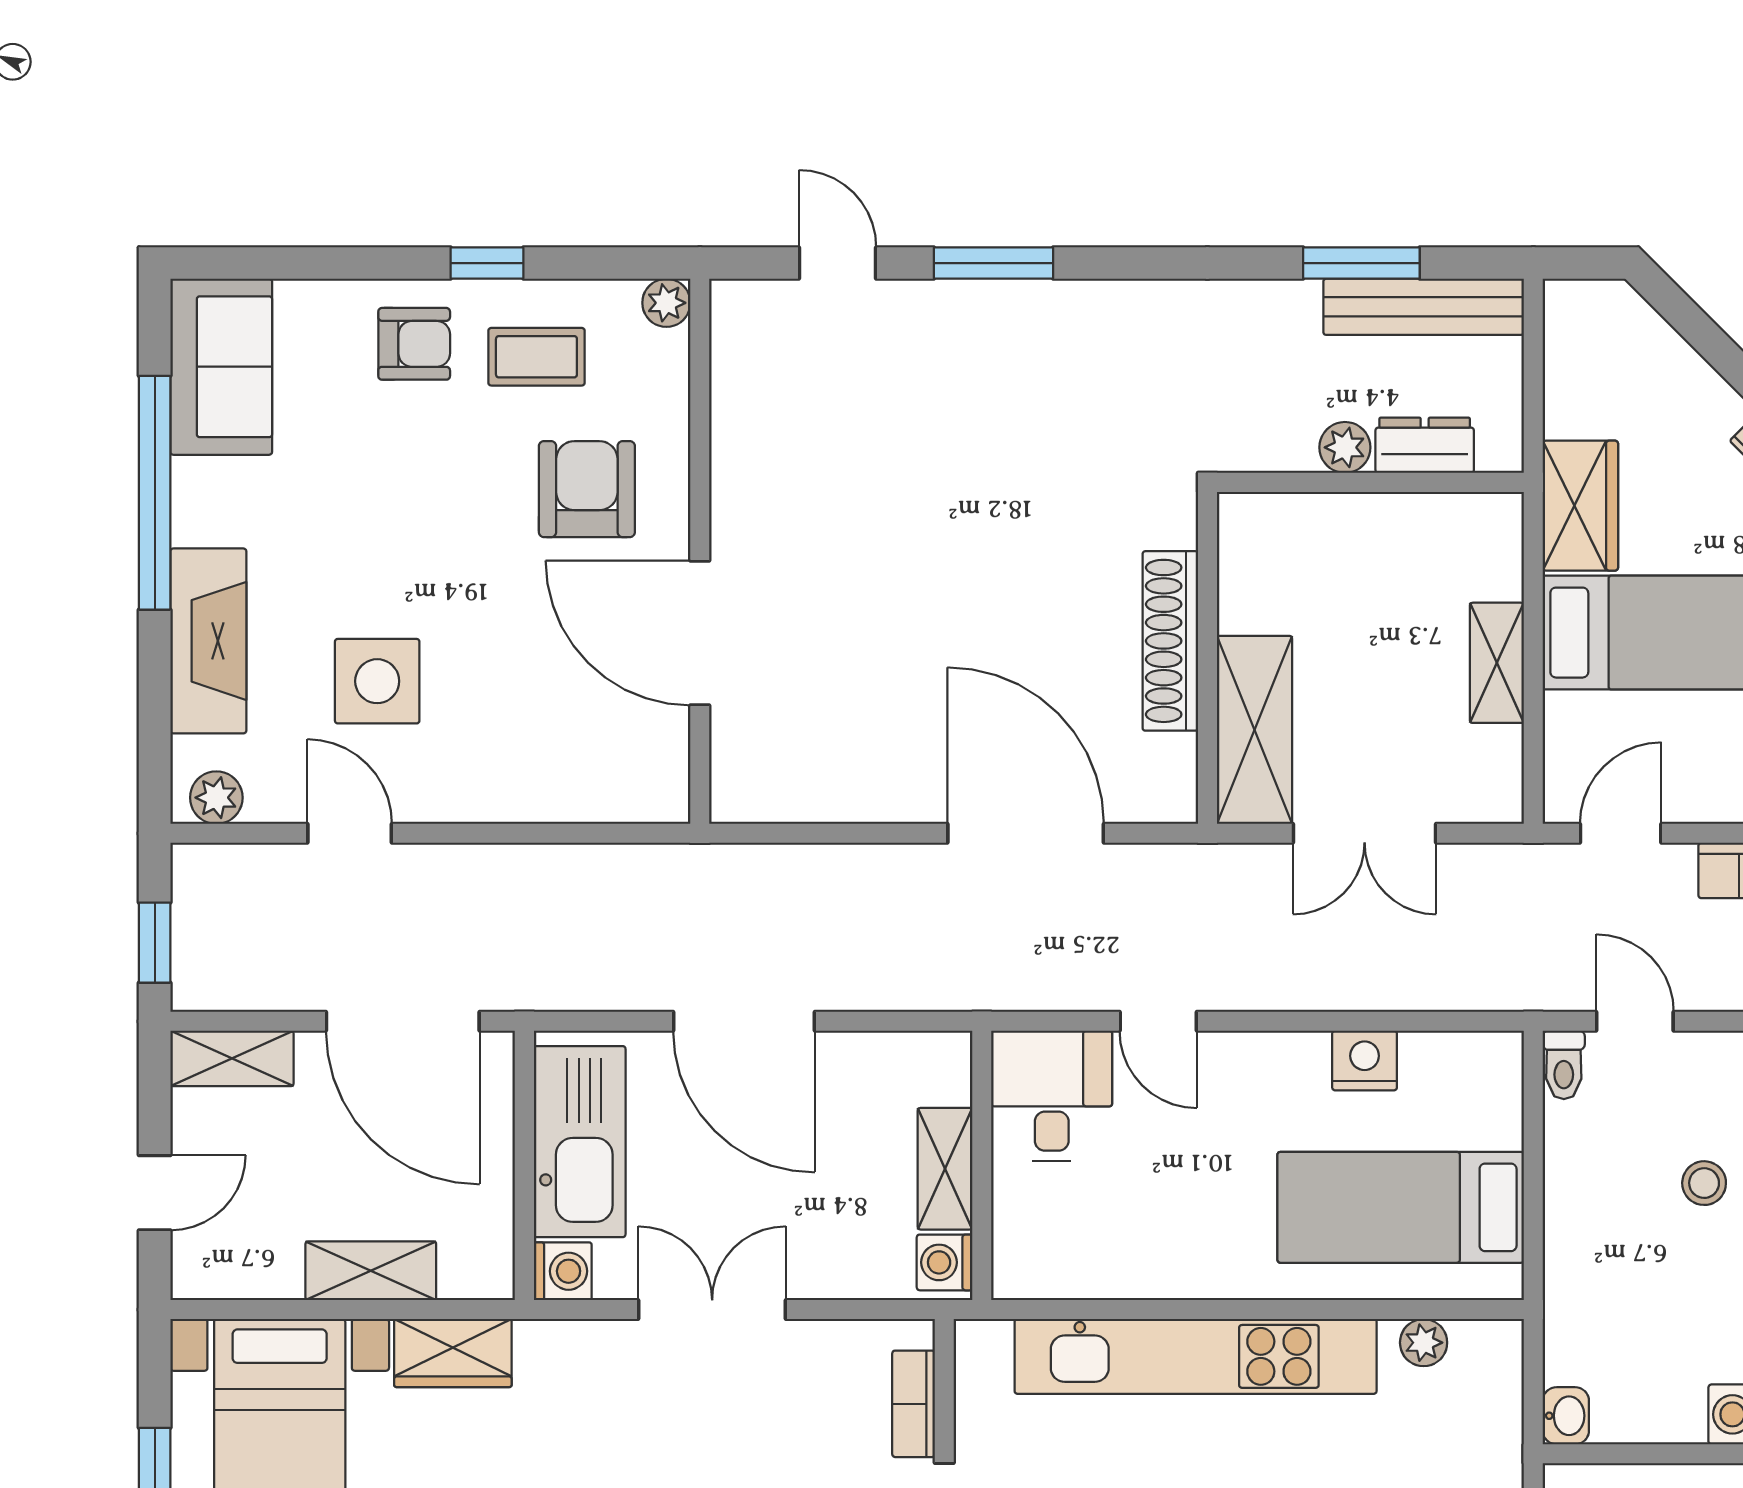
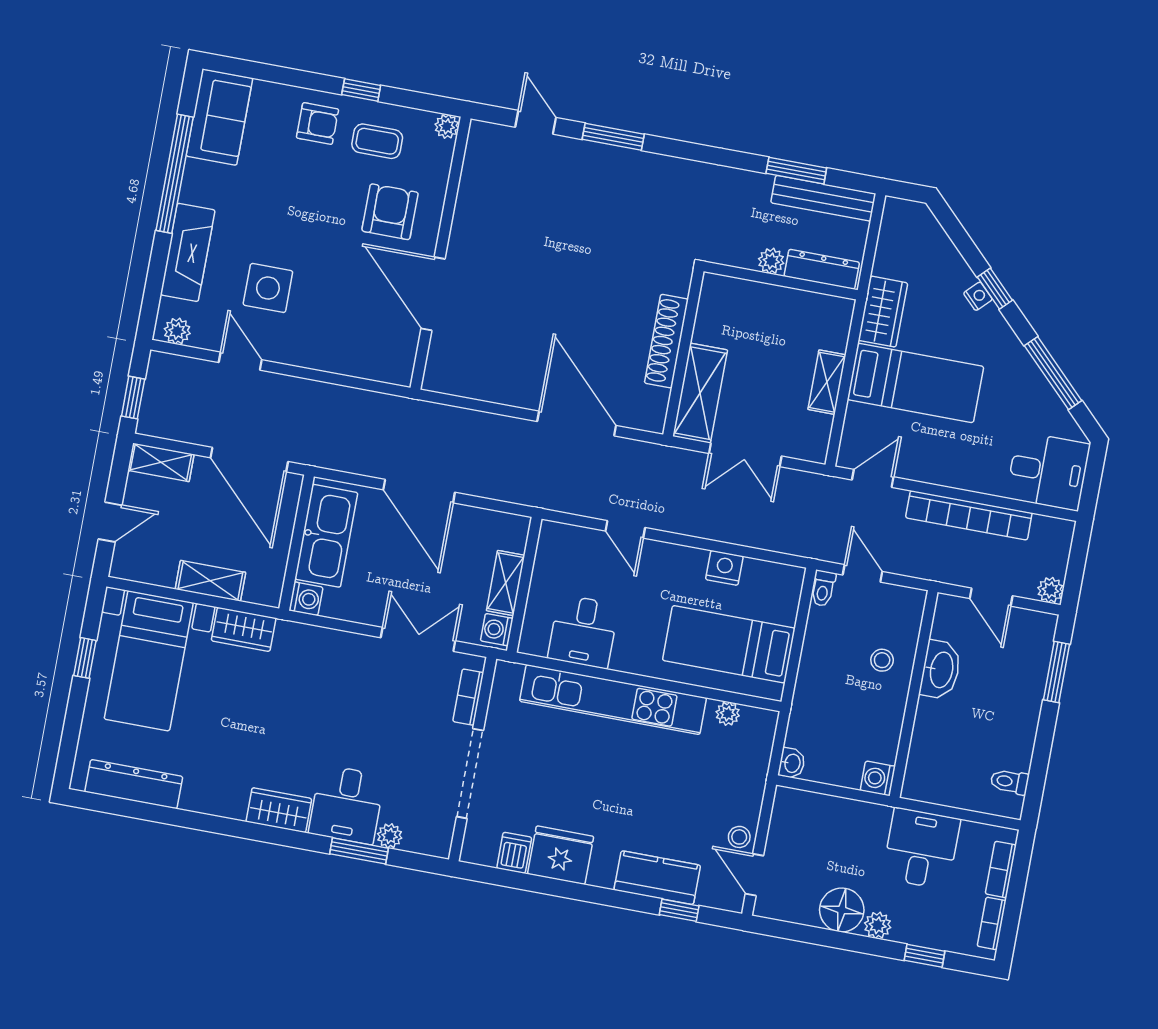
dresser: (1425, 445) -> (822, 269), width x1.44
desk: (1052, 1096) -> (583, 631), moved, turned 180
double door: (712, 1310) -> (418, 639), moved

